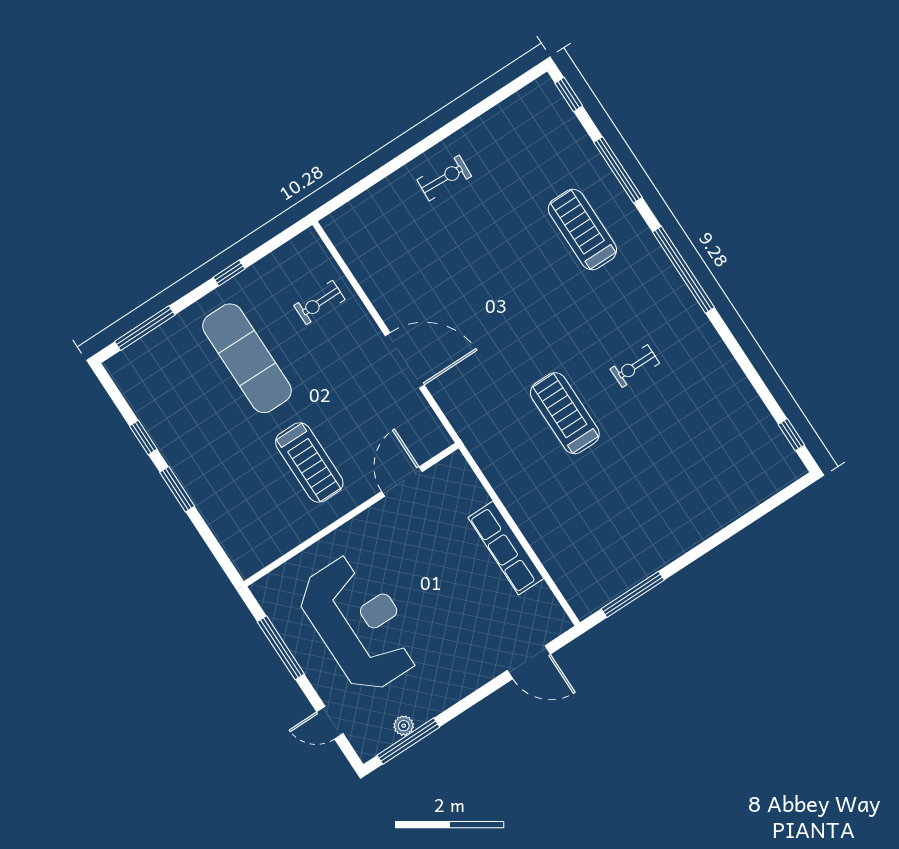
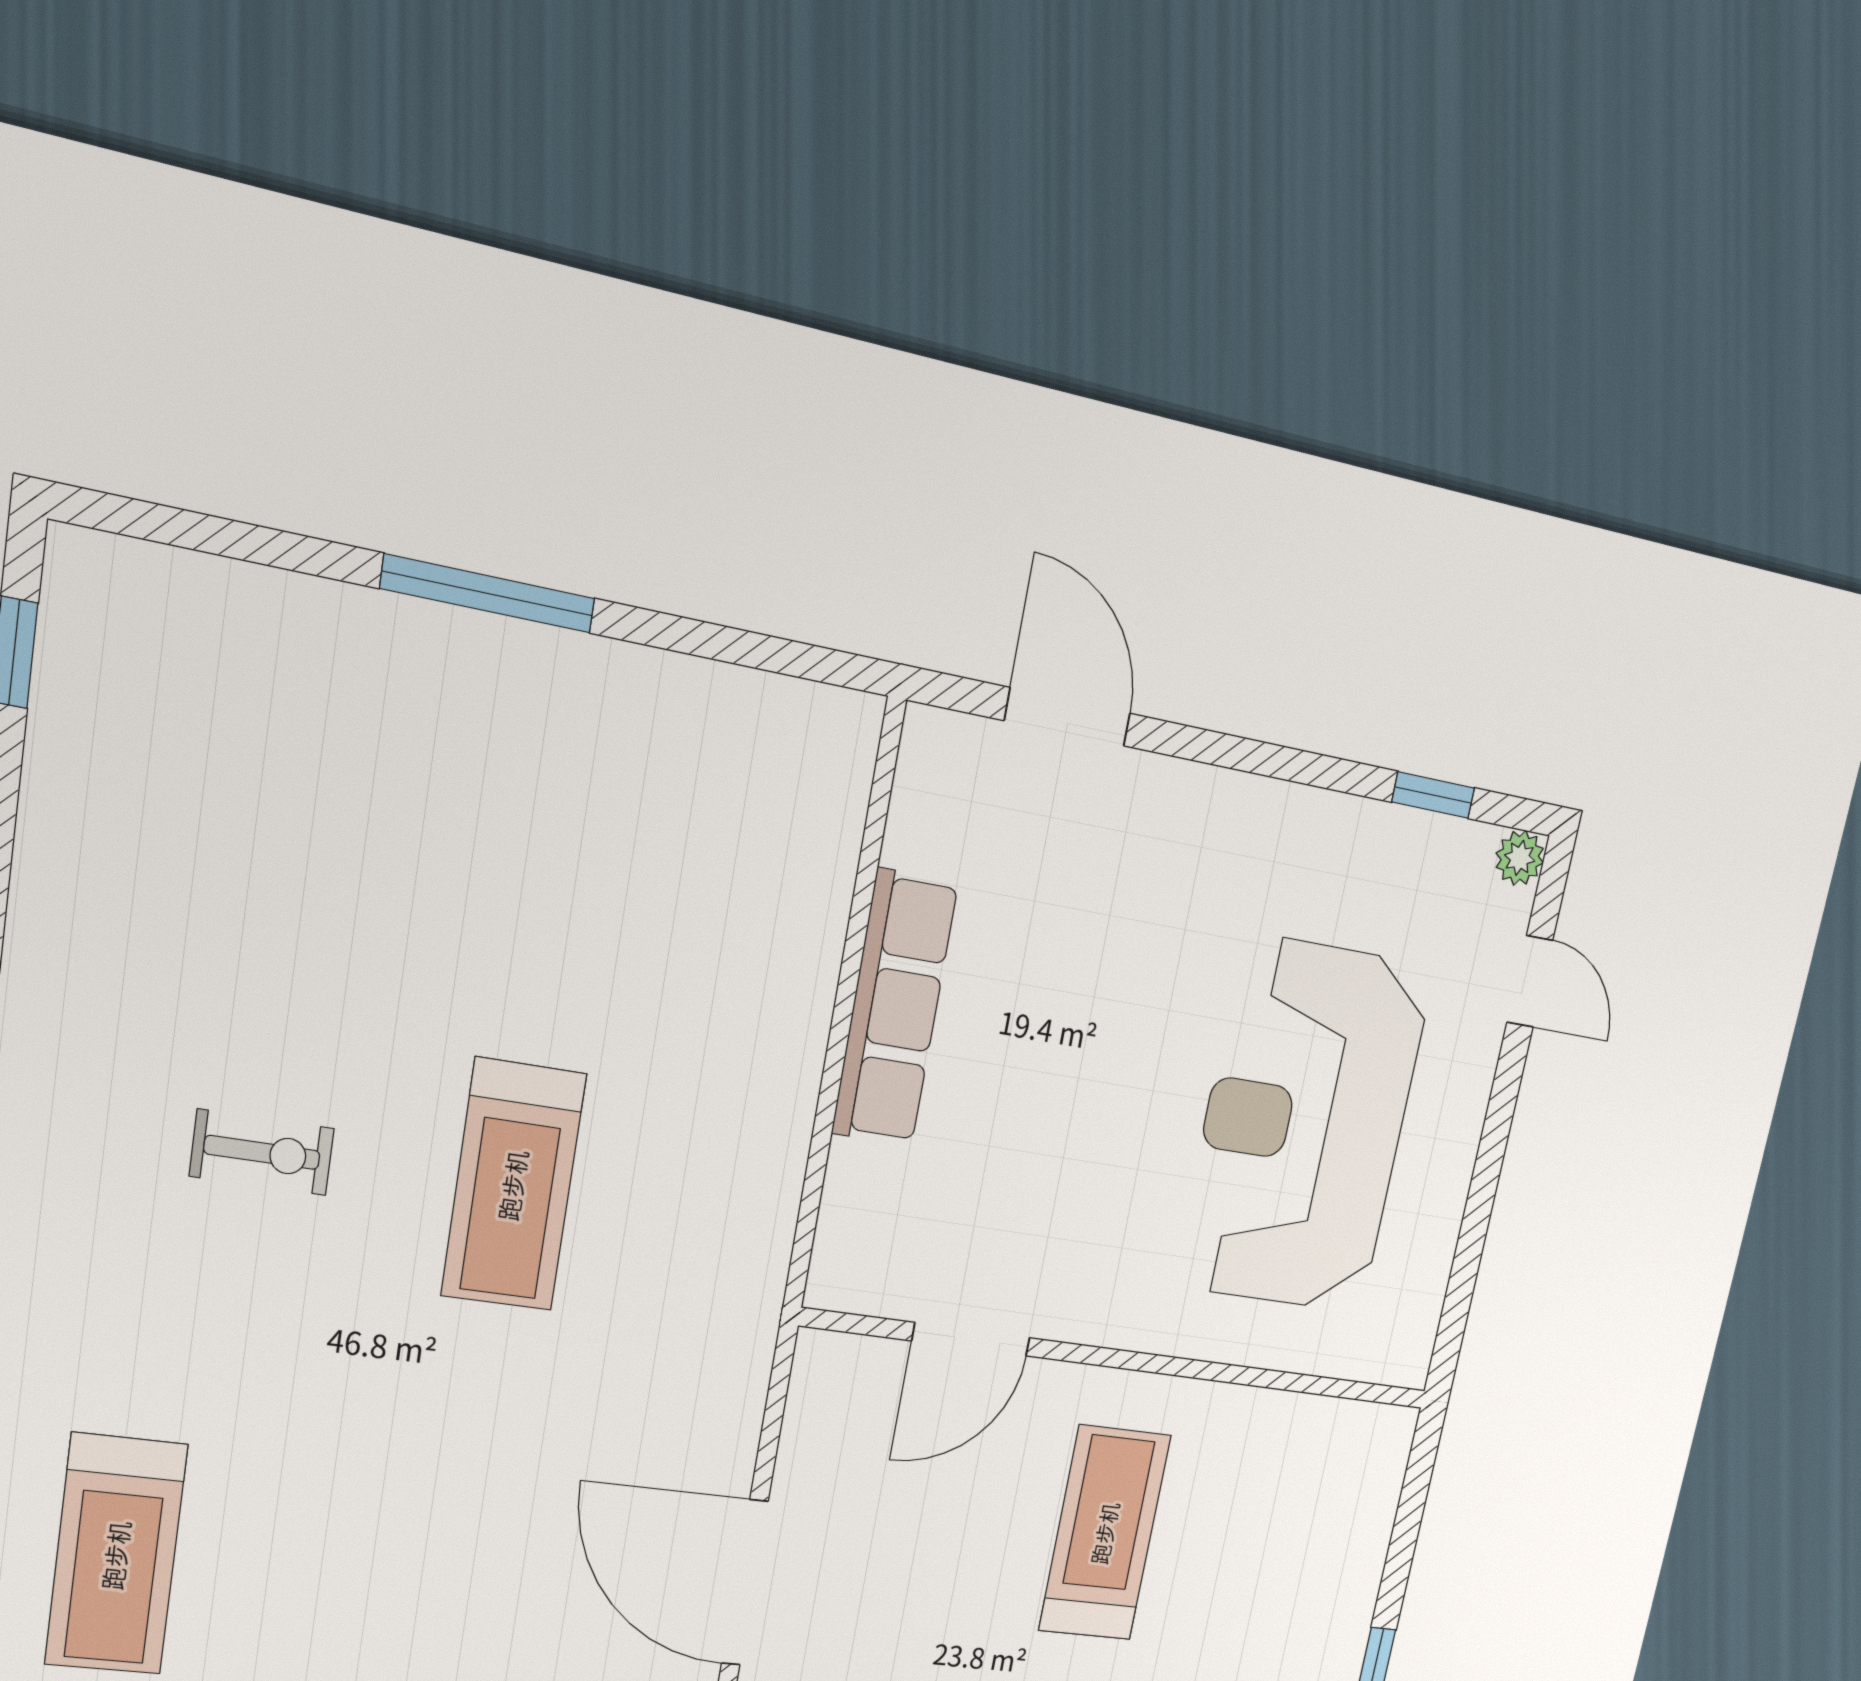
window: (633, 594) -> (488, 593), moved
window: (281, 648) -> (1477, 1216), removed
plant: (404, 726) -> (1520, 858), moved
window: (408, 741) -> (1433, 795), width x0.46

